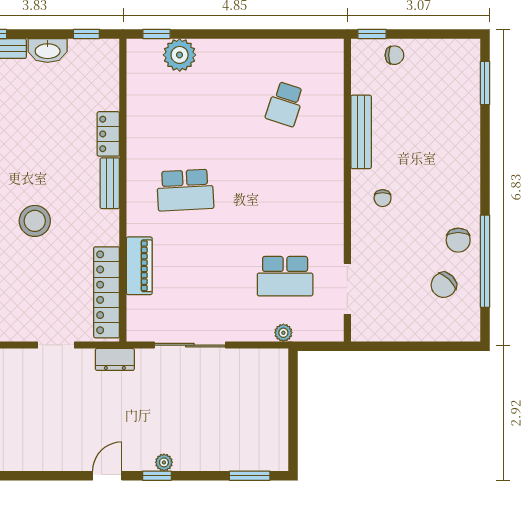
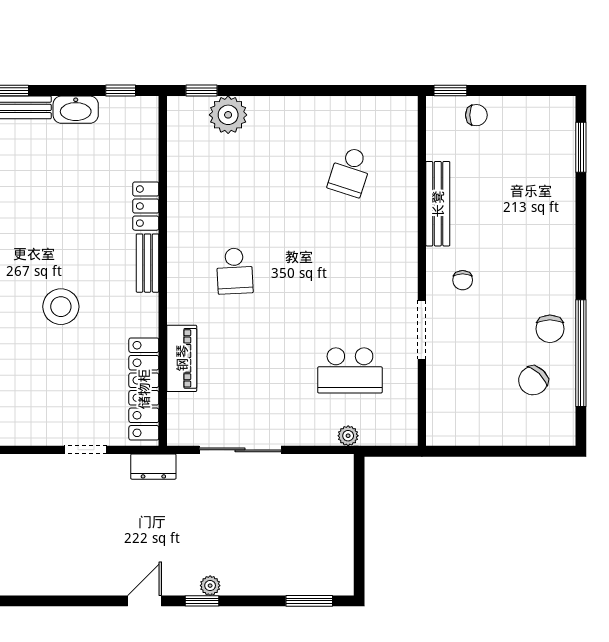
school desk: (185, 190) -> (235, 271), width x0.54
doorway: (347, 289) -> (422, 330), moved

